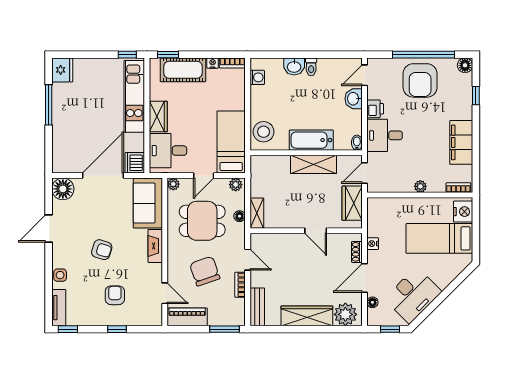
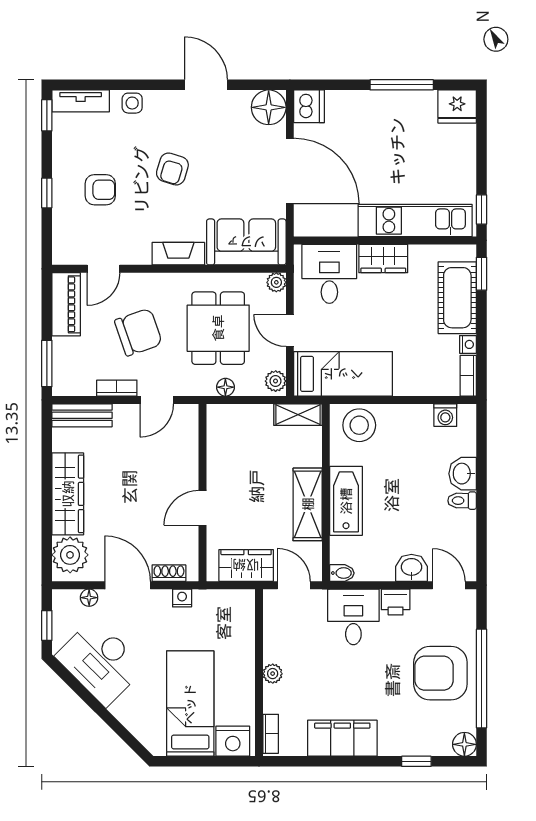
dishwasher: (135, 163) -> (309, 106), moved, turned 90
shelving: (257, 213) -> (298, 415), moved

